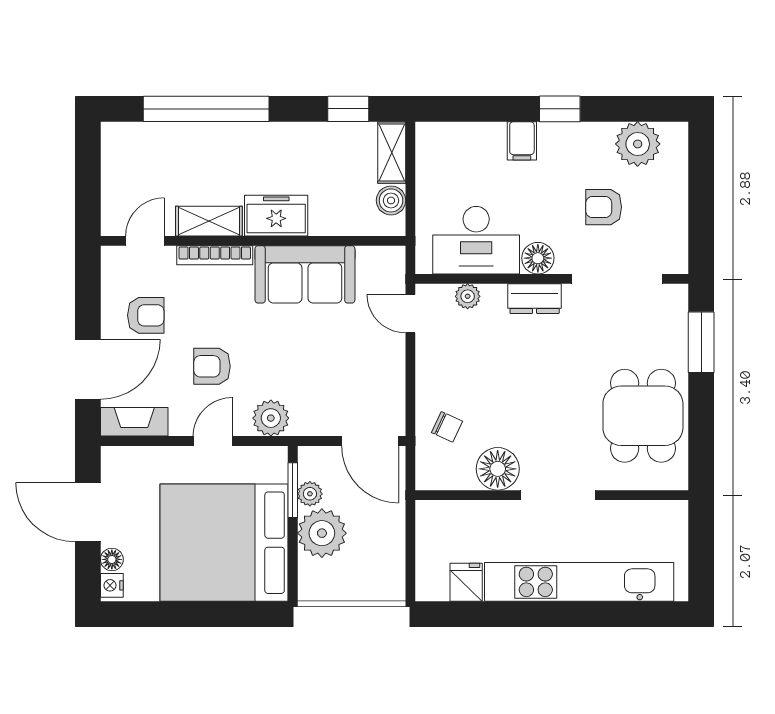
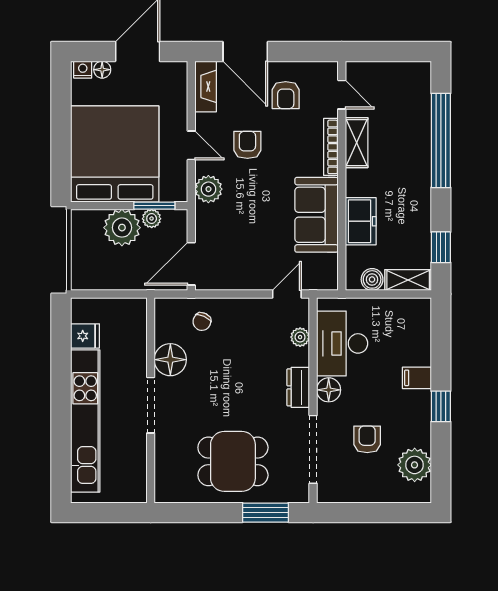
freezer: (276, 216) -> (361, 221), moved
dining table: (643, 416) -> (233, 461), moved

